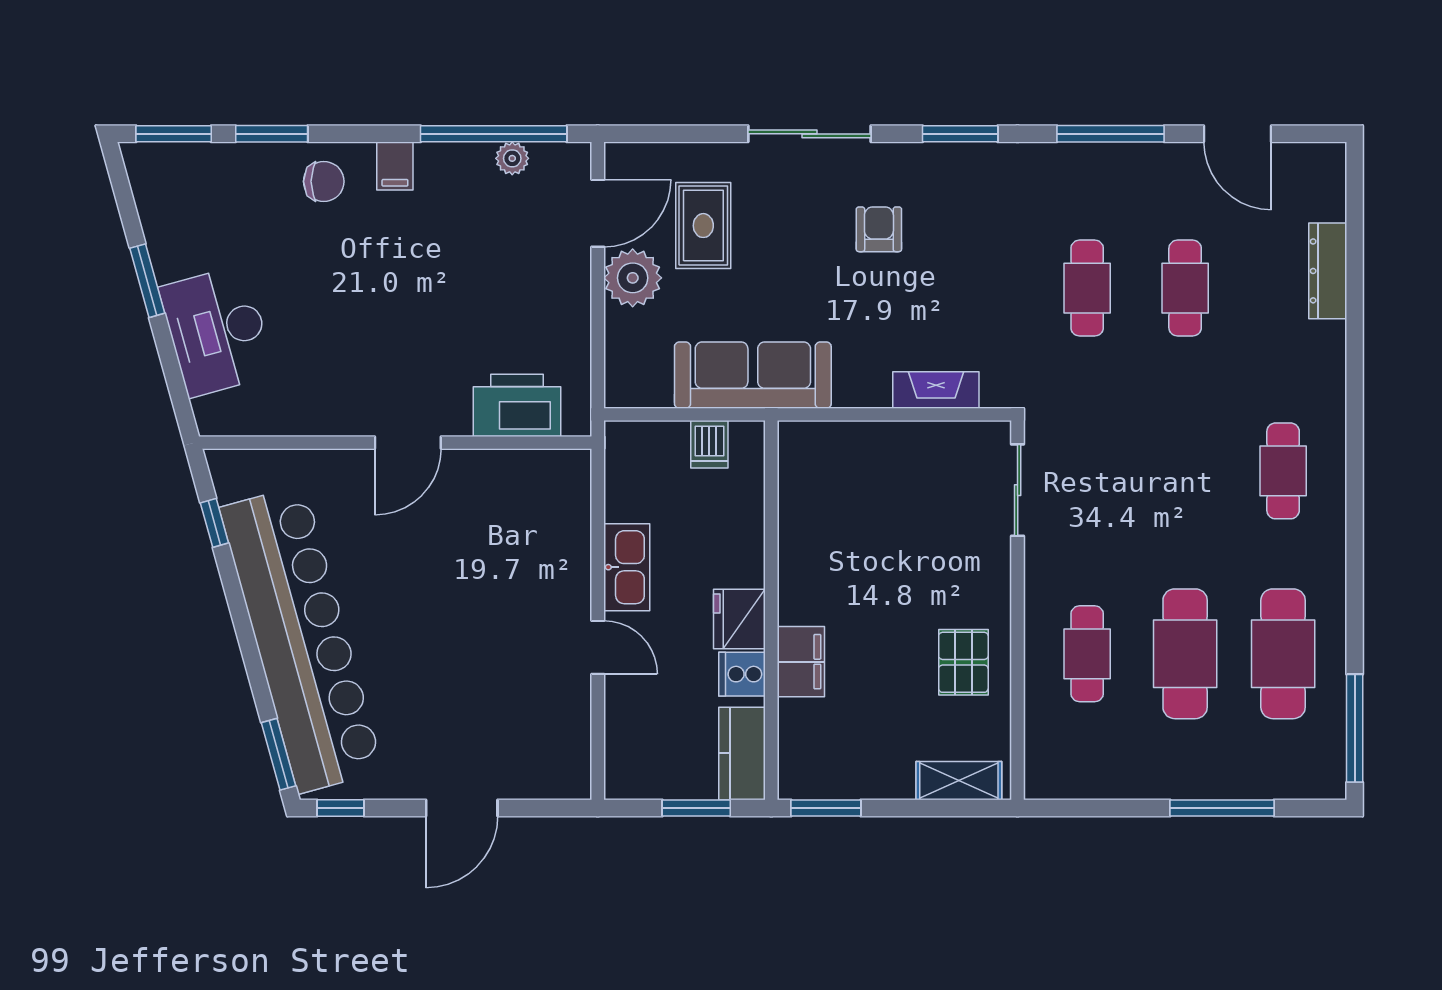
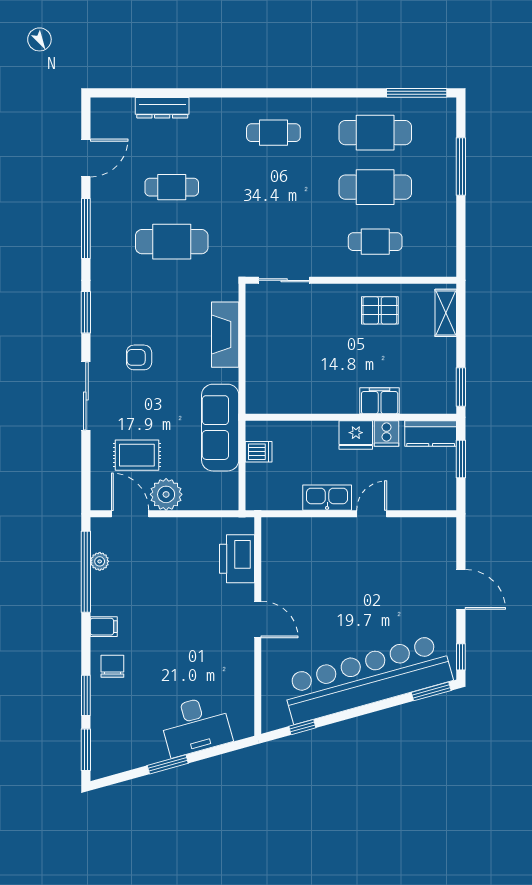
cafe table: (1087, 288) -> (172, 242), width x1.37, depth x1.35
fireplace: (936, 390) -> (225, 335), width x1.37, depth x1.32

